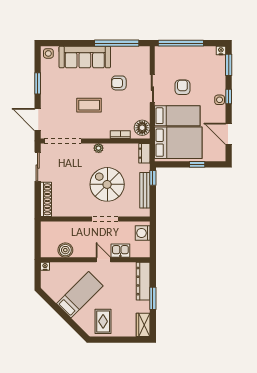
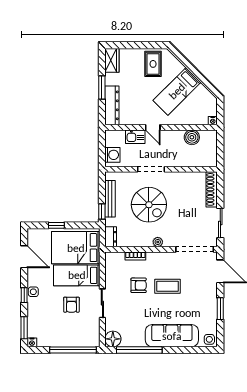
armchair: (119, 83) -> (139, 285), moved
floor lamp: (142, 128) -> (113, 339), moved

